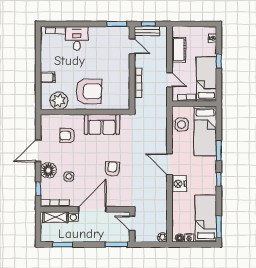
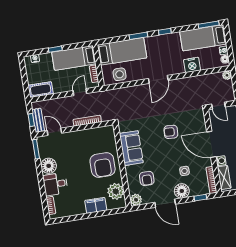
floor lamp: (97, 34) -> (49, 166), added
door: (132, 46) -> (54, 132), hinge flipped
cot: (179, 50) -> (41, 90), moved
filing cabinet: (48, 77) -> (96, 205), width x2.00
armchair: (89, 91) -> (103, 165), turned 180
plant: (47, 121) -> (136, 200), added
nightstand: (179, 184) -> (192, 65), moved
door: (132, 223) -> (218, 106), hinge flipped

